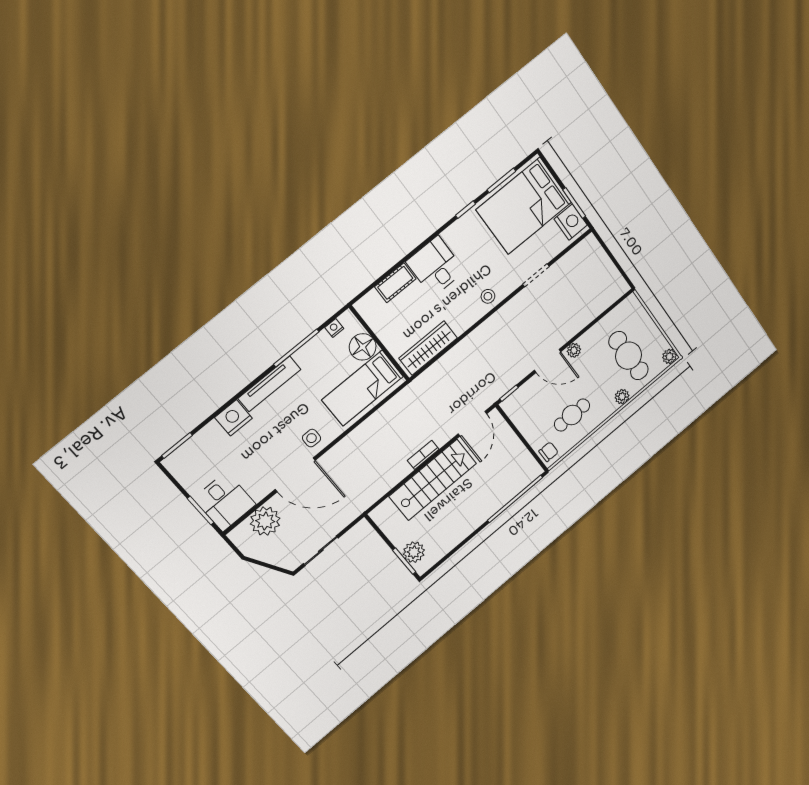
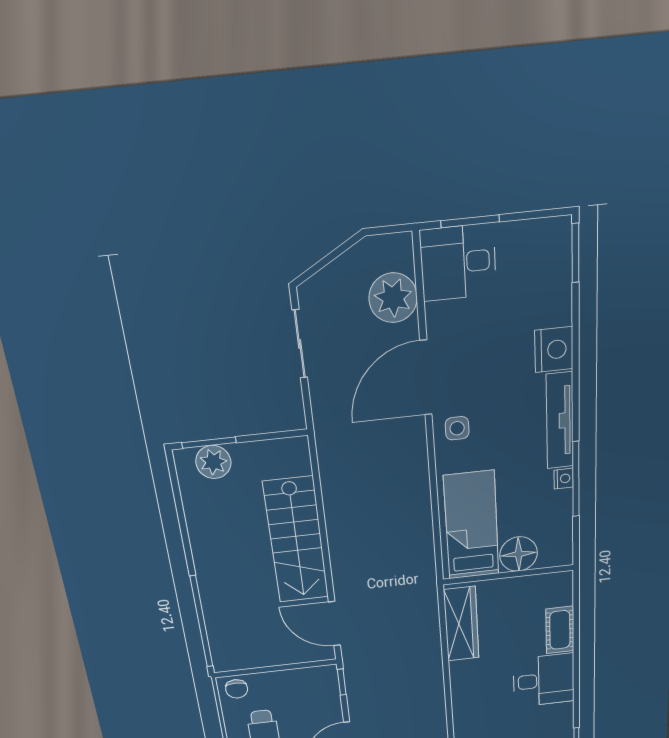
stool: (488, 296) -> (469, 716), removed
nightstand: (334, 328) -> (564, 479), moved
bookcase: (423, 455) -> (337, 547), removed

